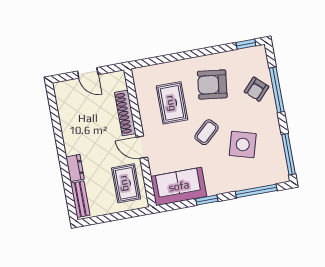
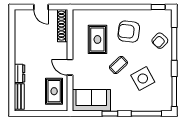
shoe rack: (125, 113) -> (63, 26), moved
side table: (243, 144) -> (143, 79), turned 45

